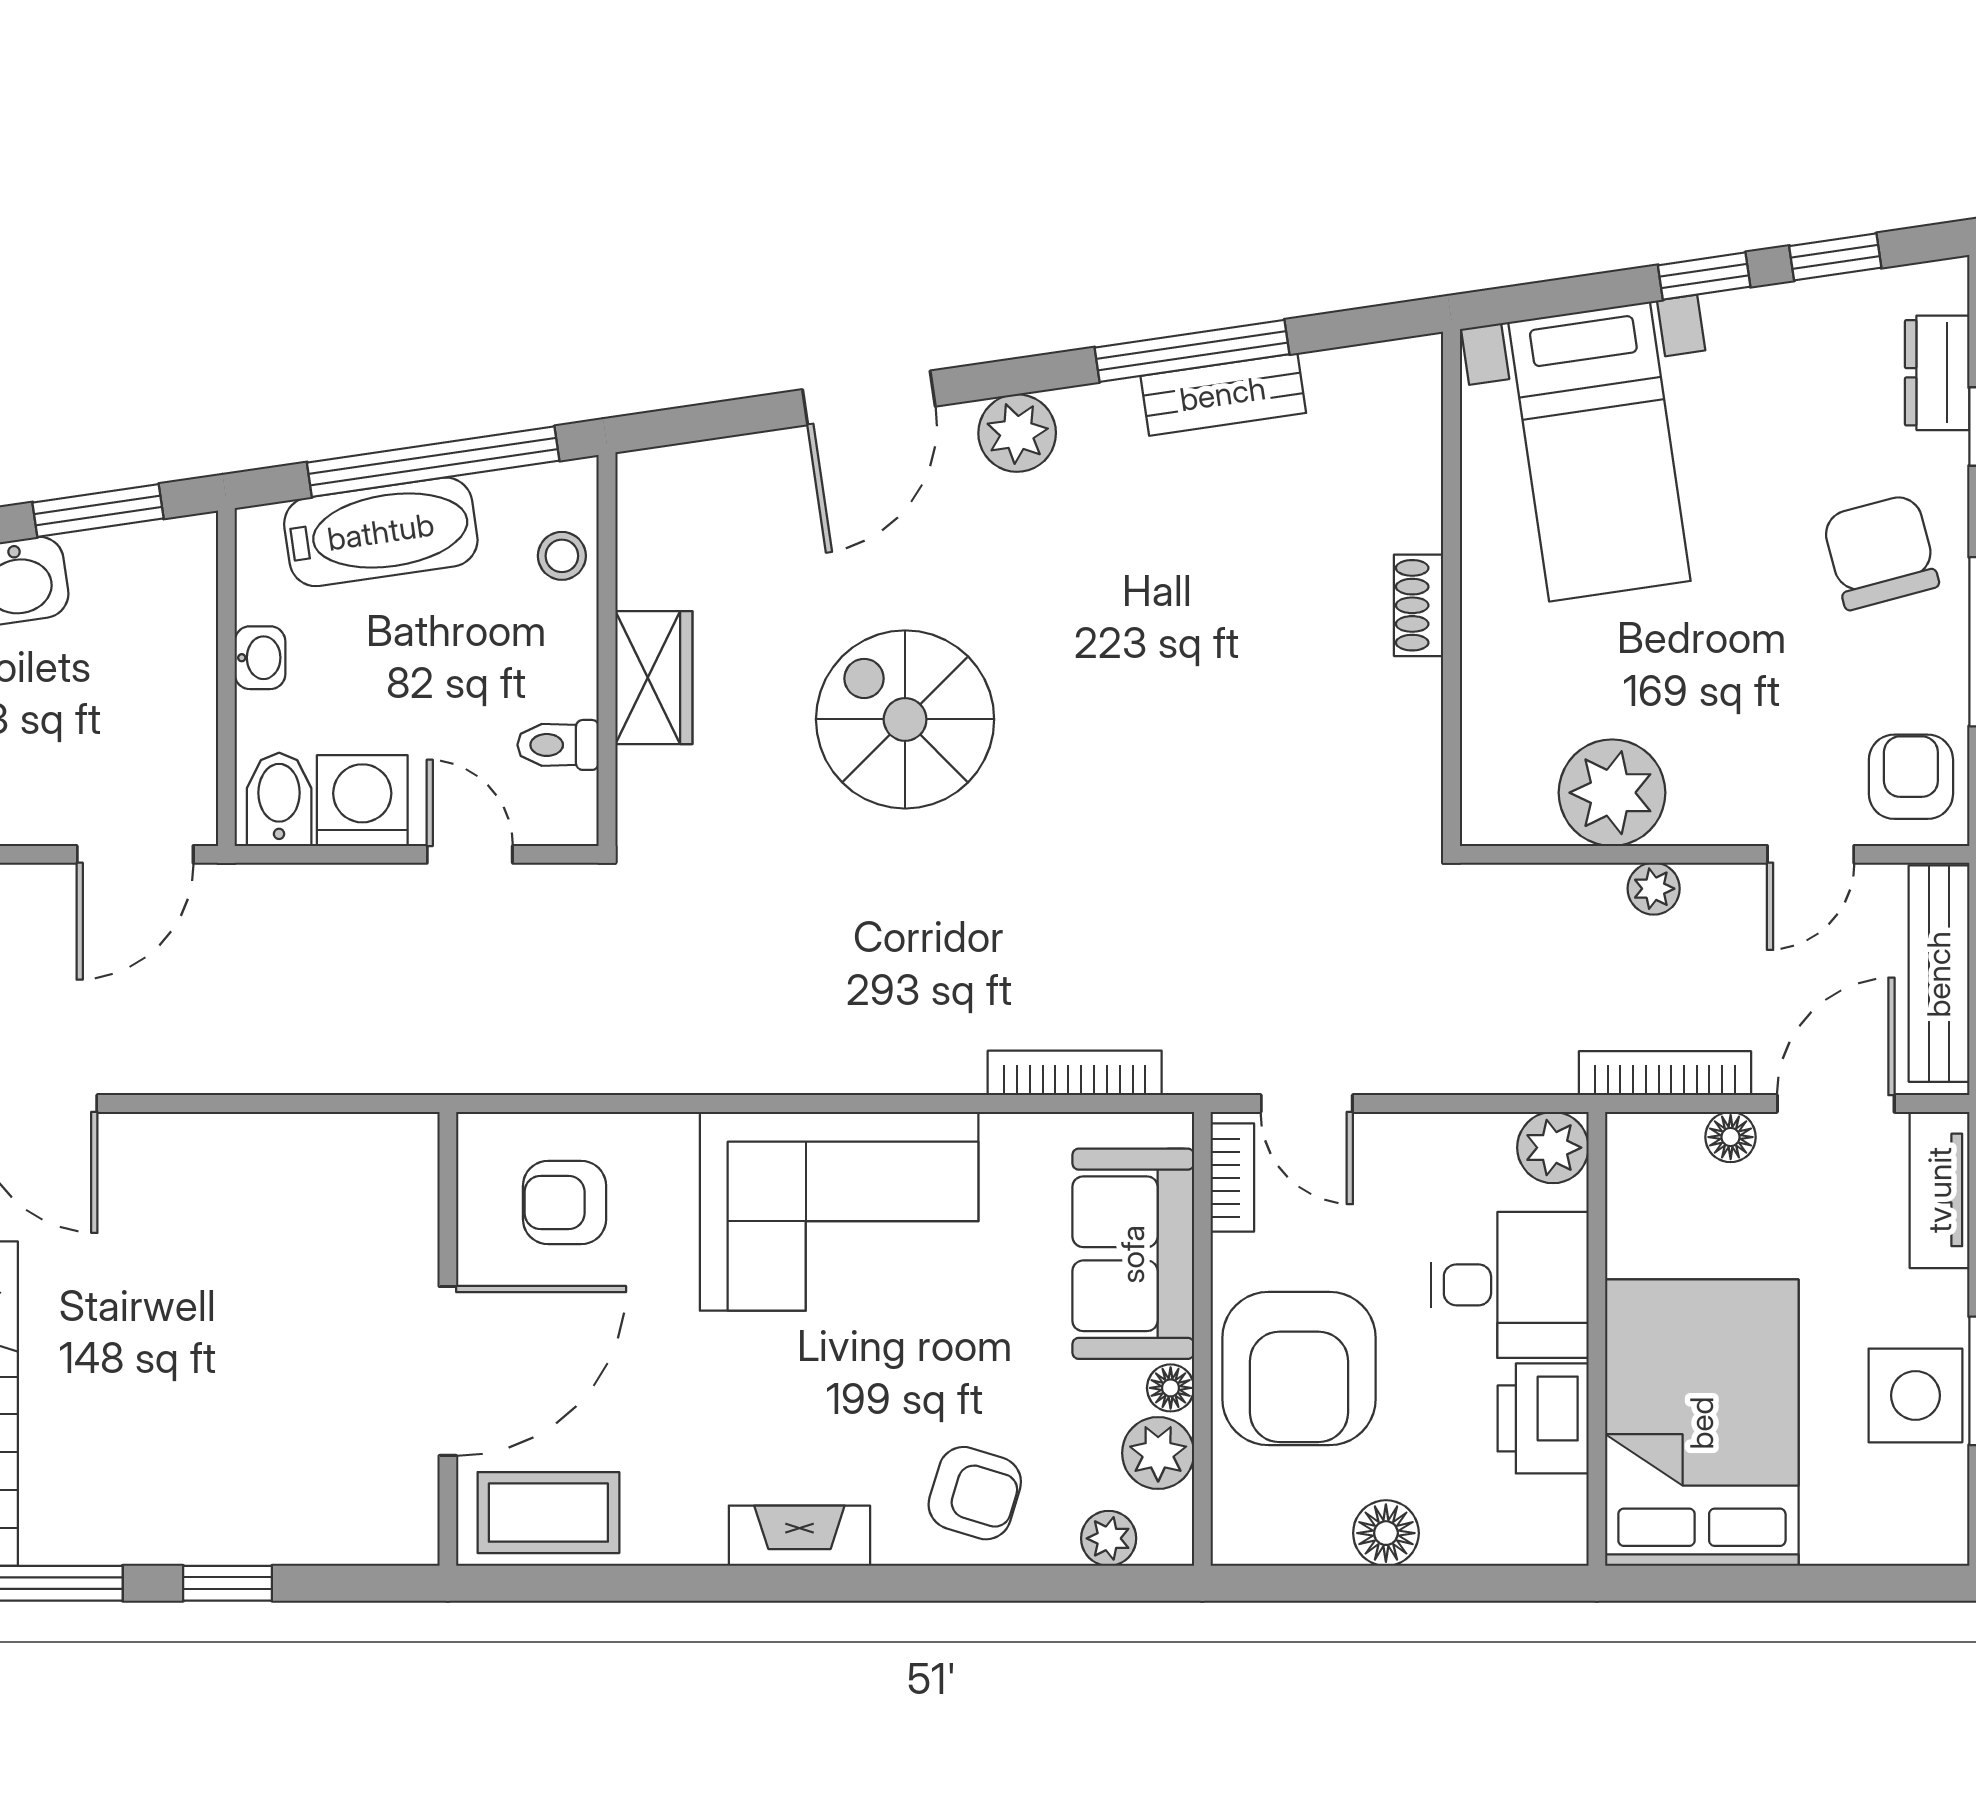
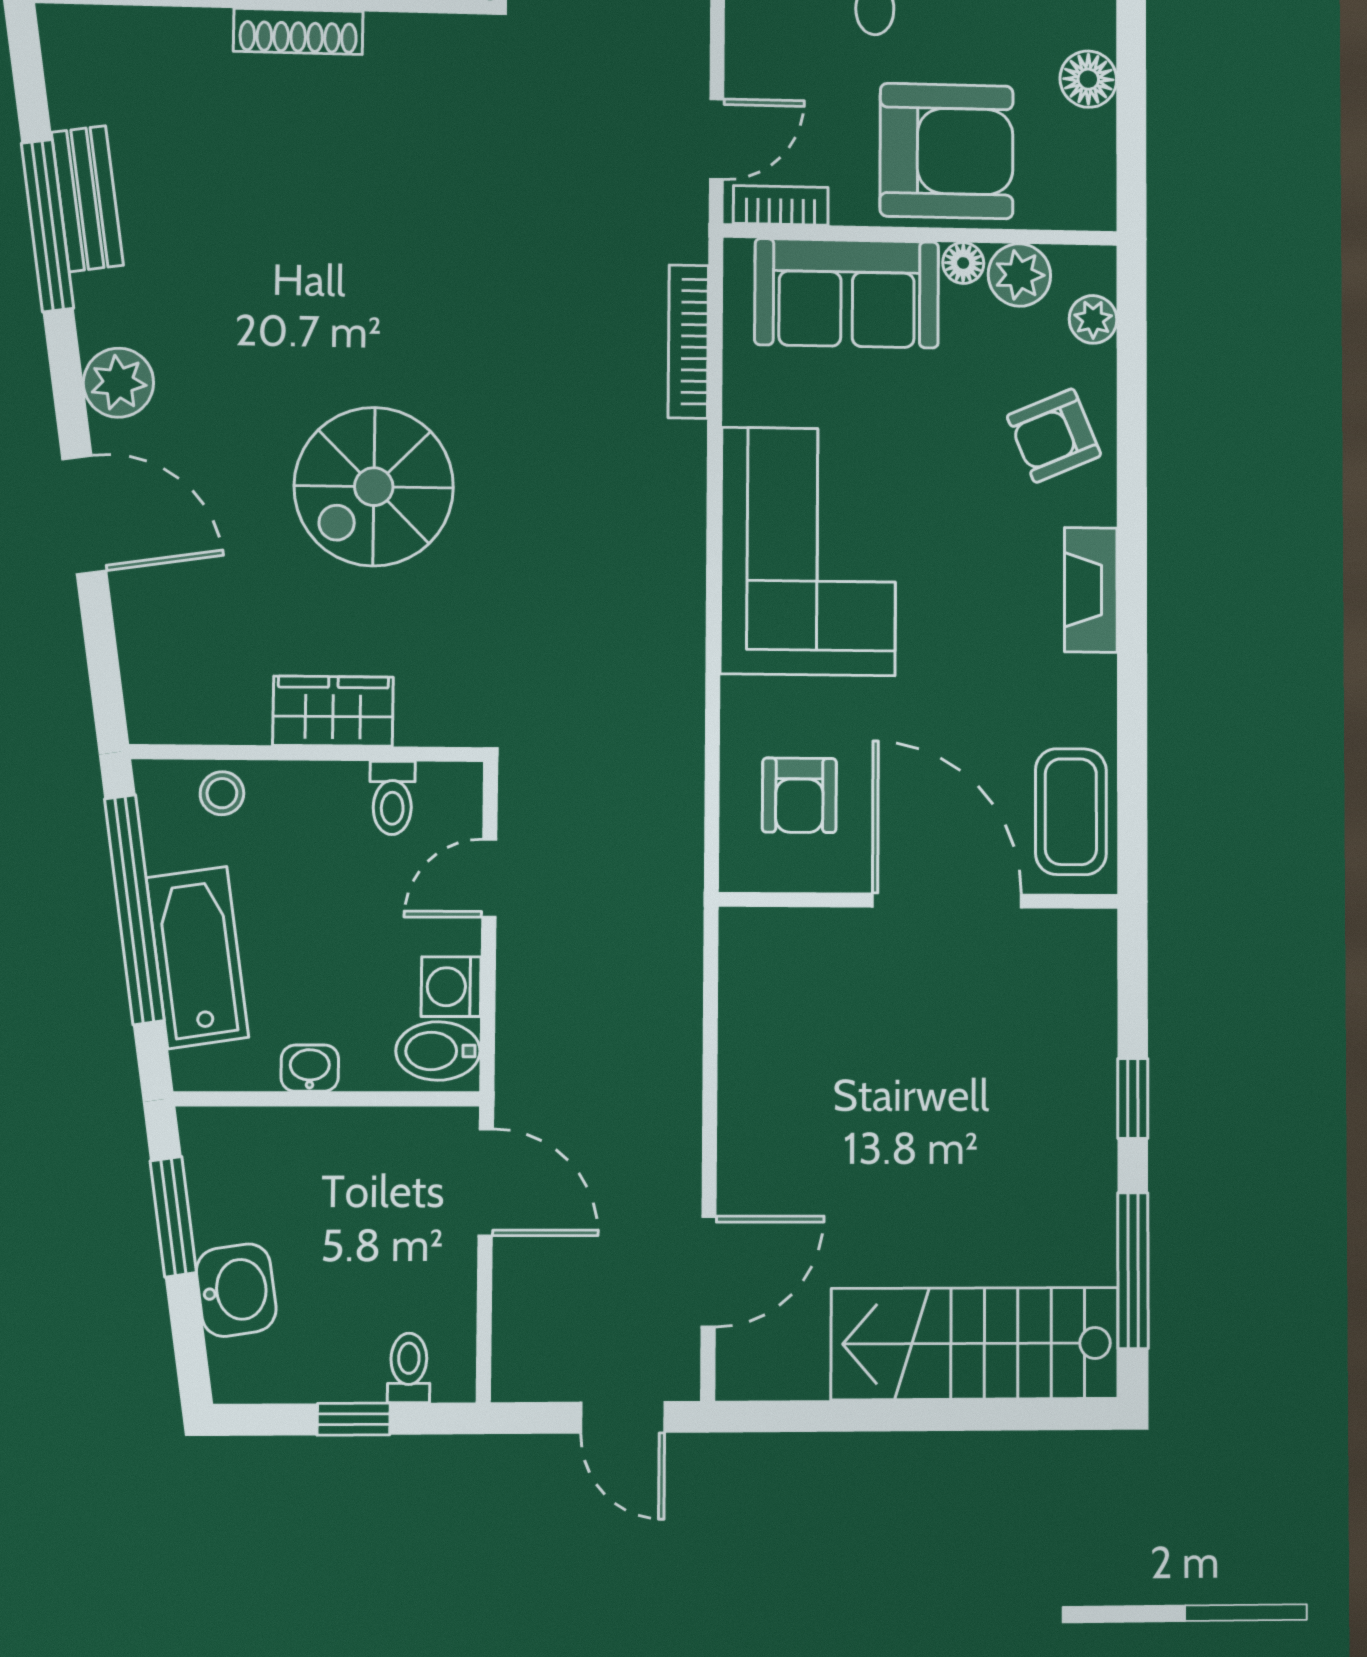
shoe rack: (1419, 605) -> (298, 31), width x1.43
washing machine: (362, 801) -> (451, 987), width x0.73, depth x0.73
armchair: (975, 1493) -> (1054, 436), turned -130

